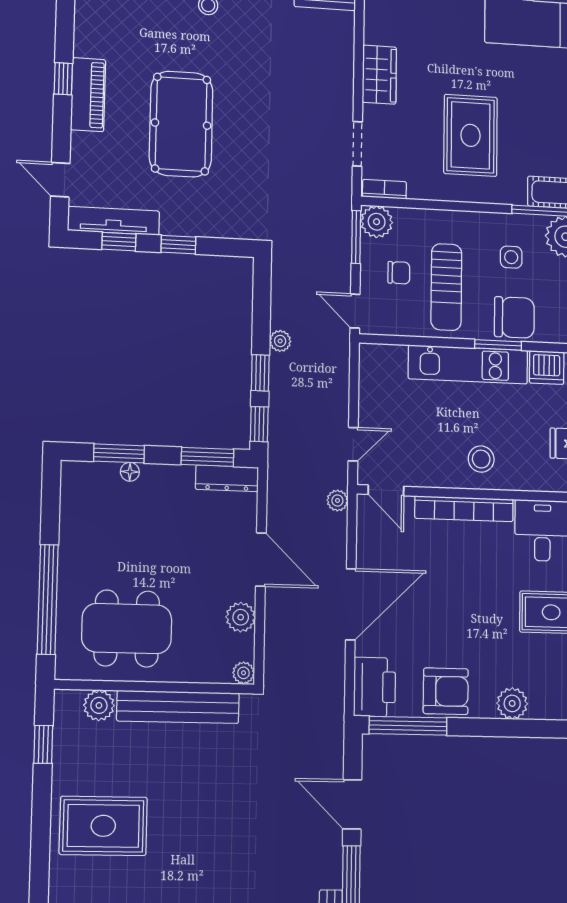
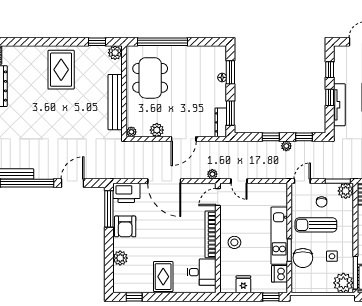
tv unit: (114, 221) -> (339, 105), moved
window: (259, 424) -> (304, 137), moved
plant: (99, 705) -> (115, 53), moved

